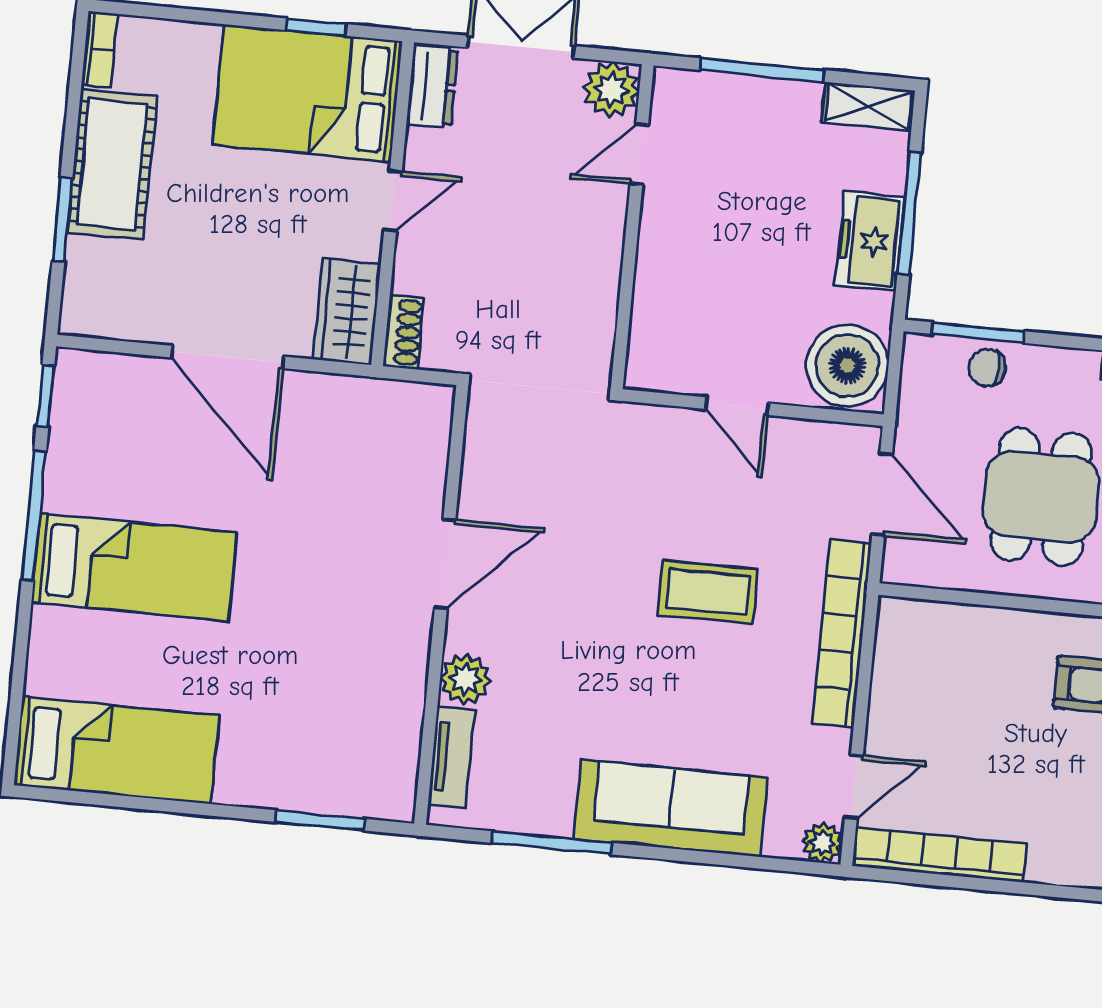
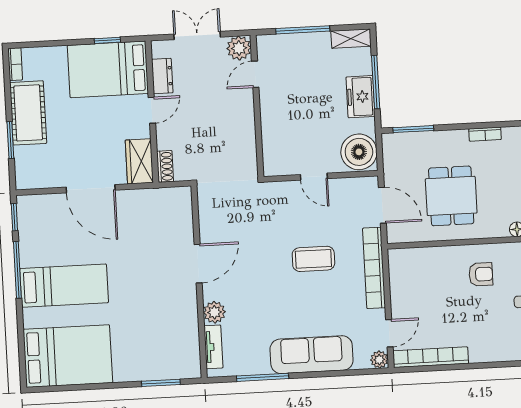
dresser: (432, 86) -> (162, 76), moved
chair: (987, 368) -> (419, 144), removed
bed: (116, 750) -> (68, 356), width x1.50

